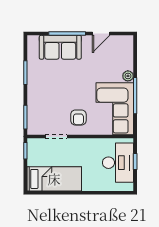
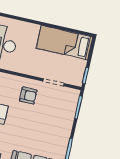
armchair: (78, 117) -> (28, 96), turned 90

